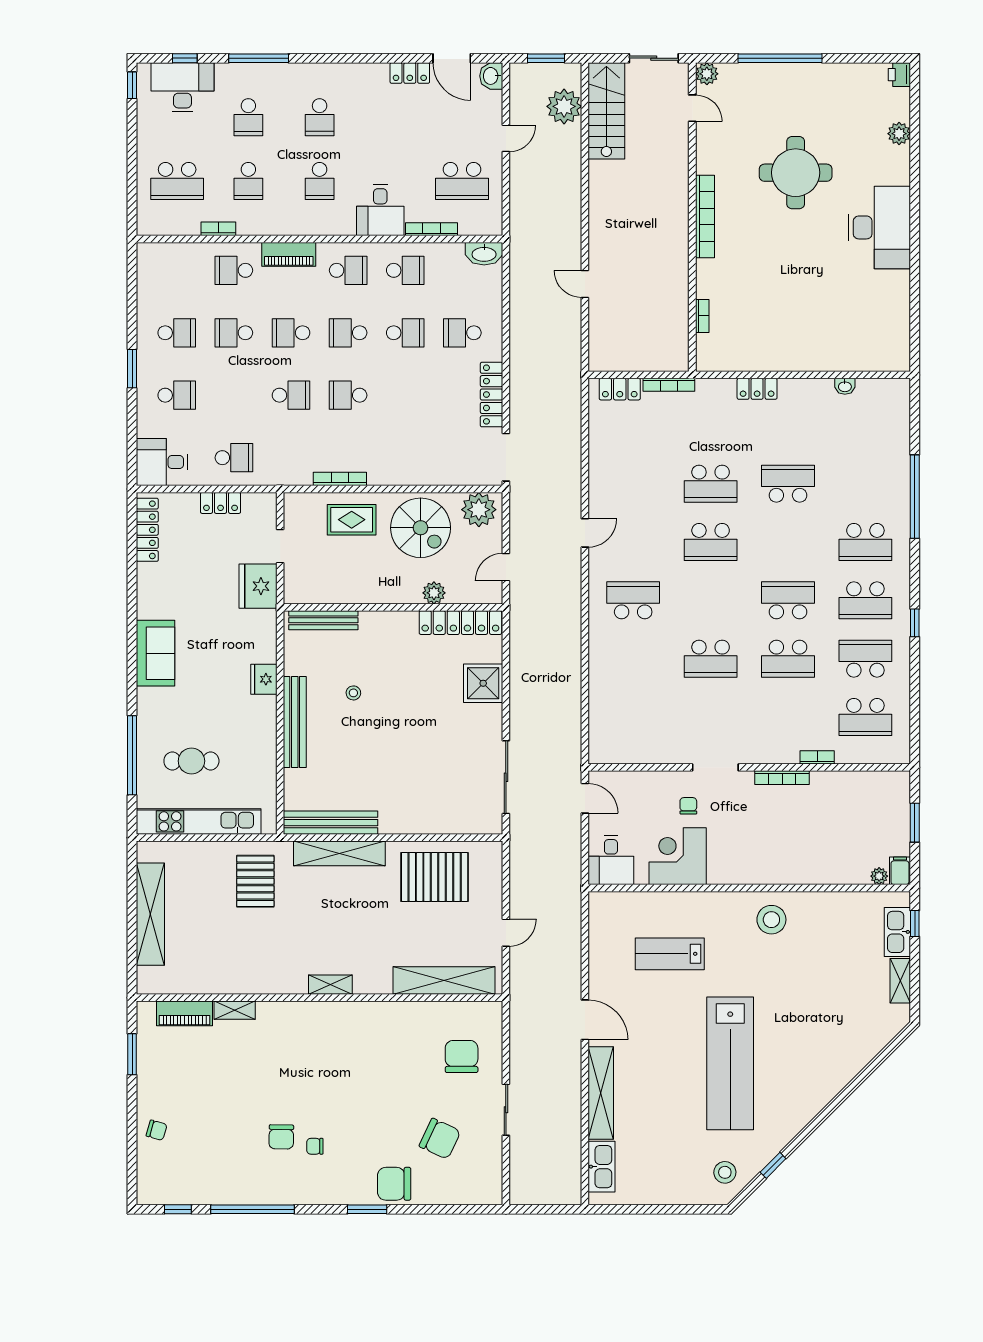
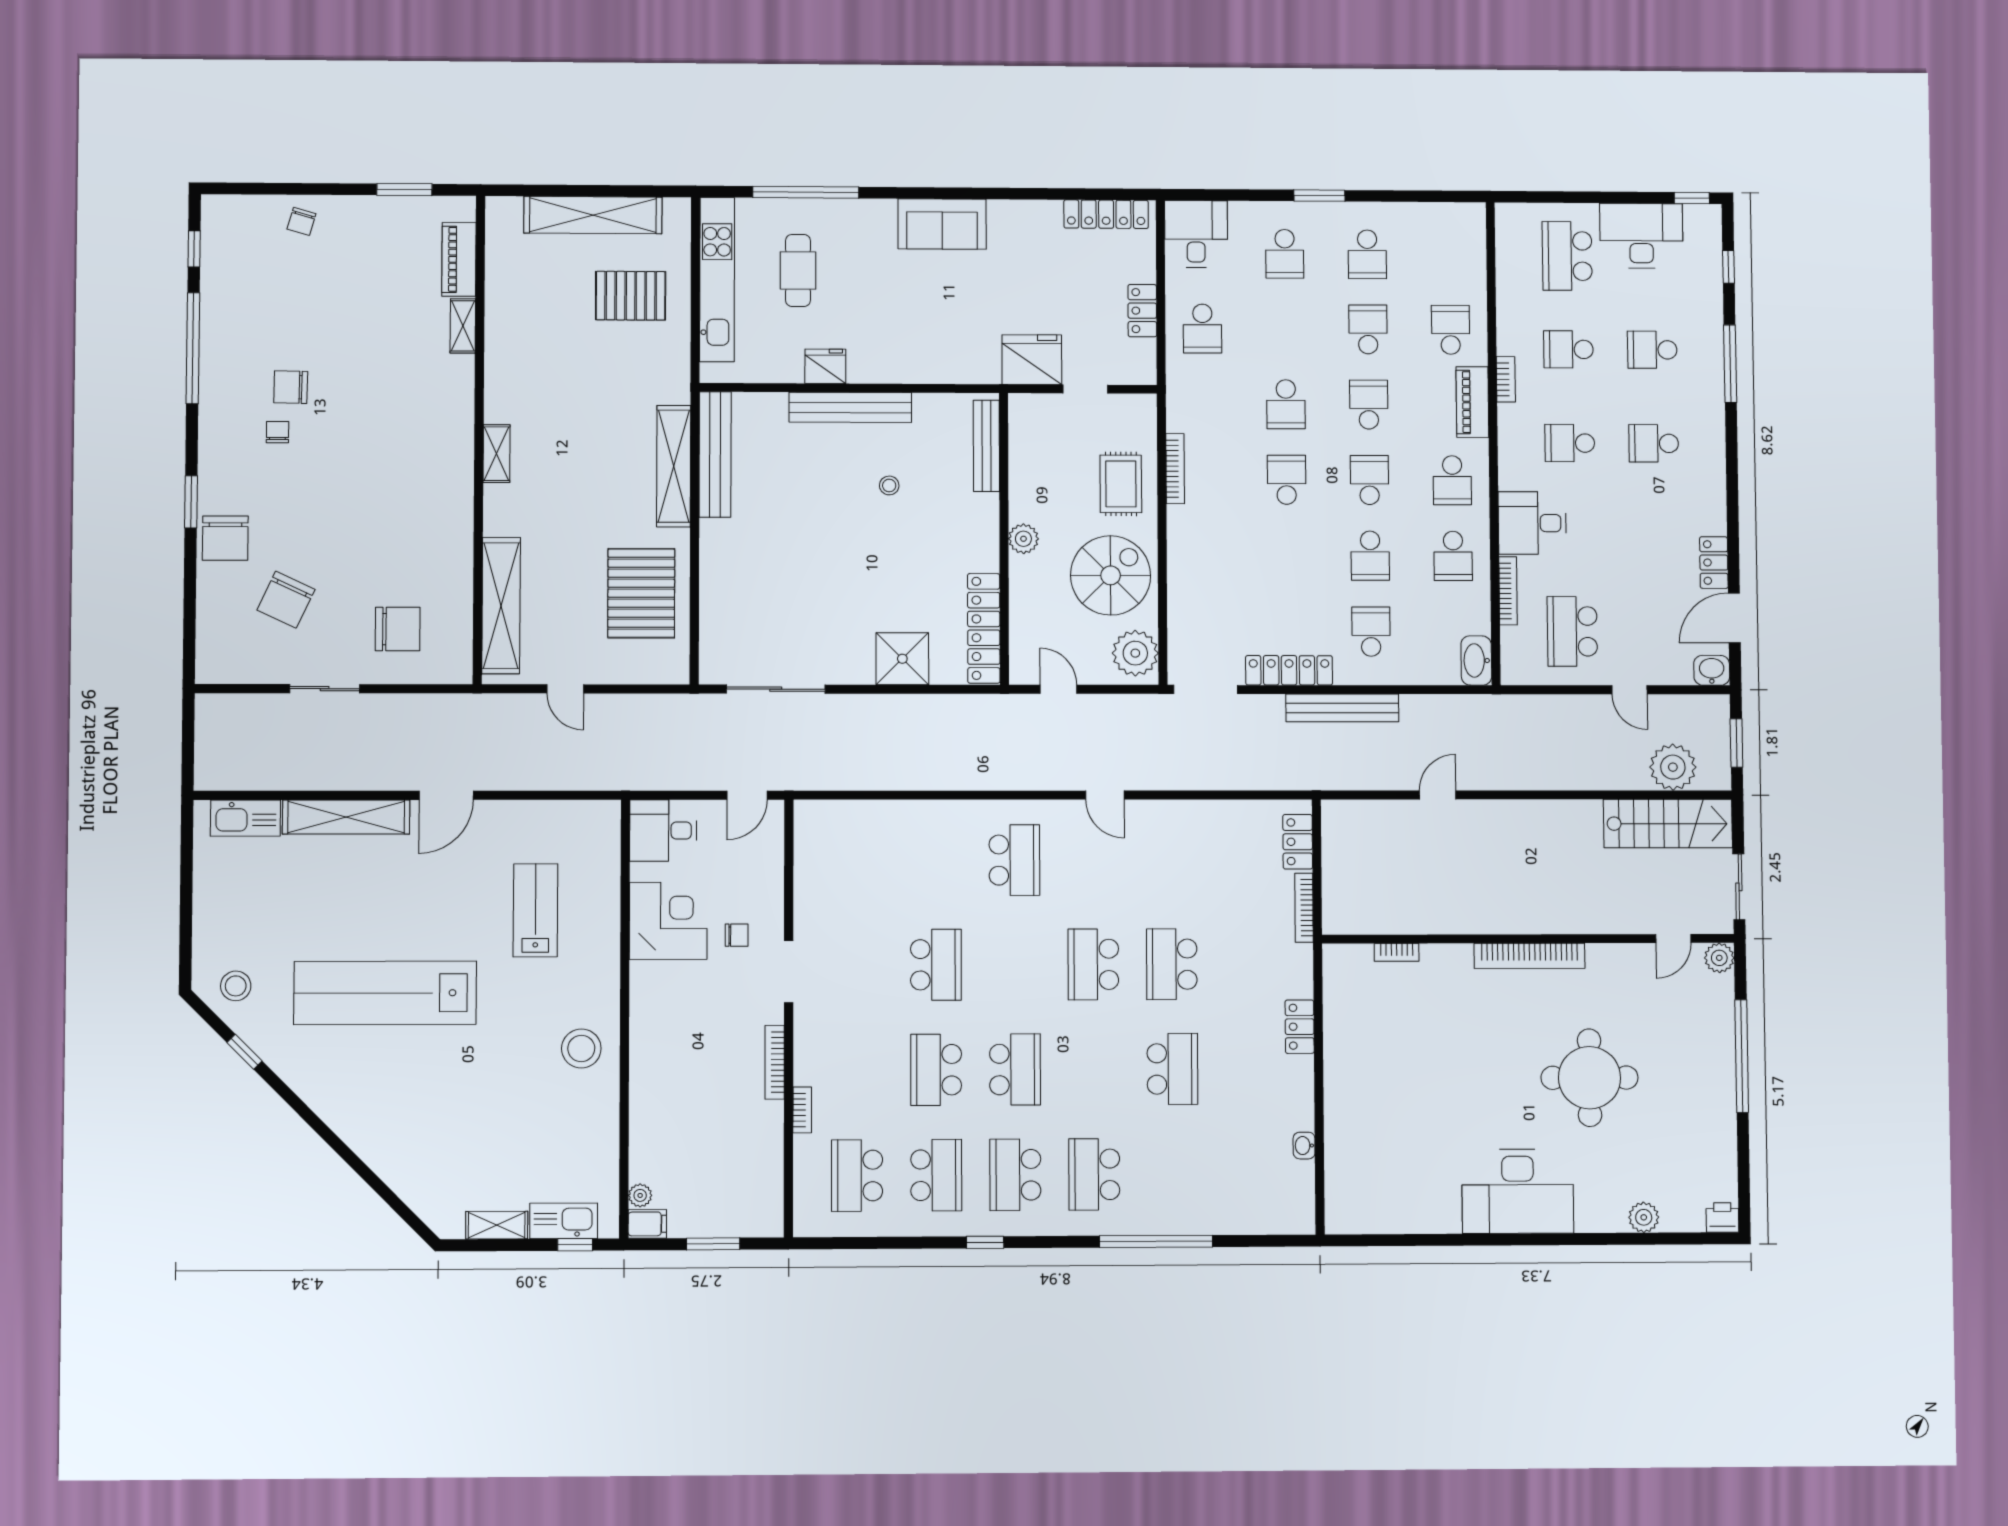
desk: (182, 87) -> (1641, 236), moved, turned -90
bookcase: (218, 229) -> (1506, 379), moved
bench: (520, 355) -> (1342, 708), added
spiral stairs: (421, 528) -> (1111, 575), turned 180
plant: (434, 593) -> (1023, 539), moved
school desk: (711, 659) -> (936, 965), turned 180
fridge: (264, 679) -> (825, 366), moved
pallet: (255, 881) -> (631, 296), moved
chair: (394, 1184) -> (225, 538), turned 180

